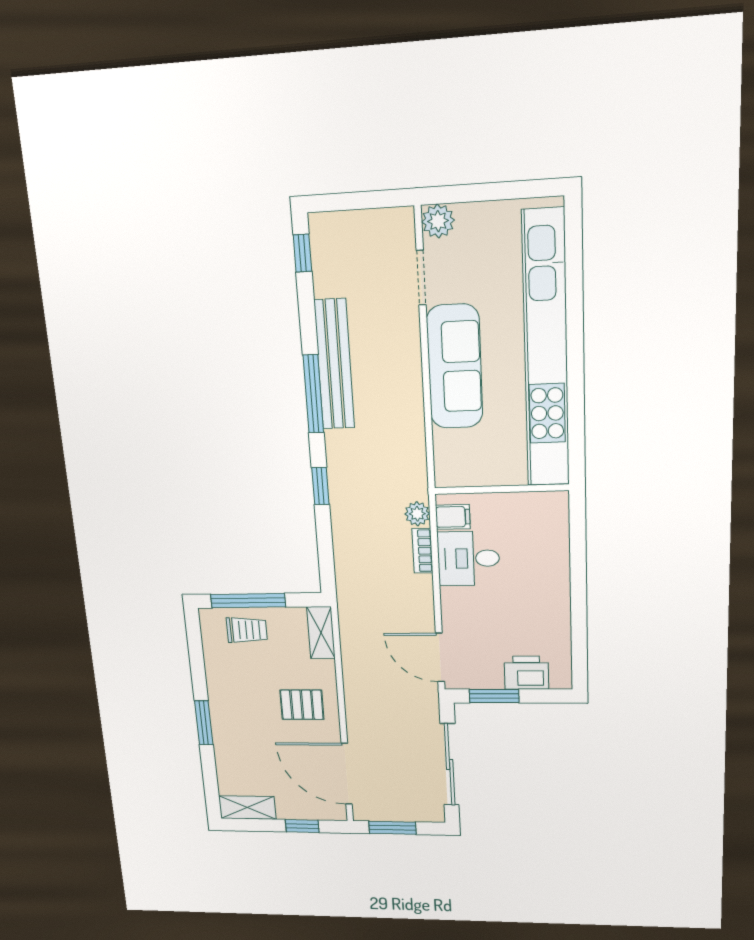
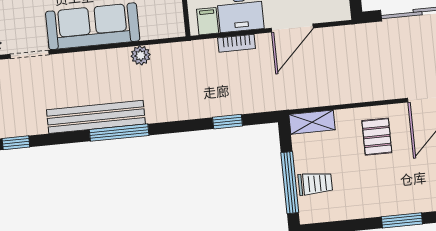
window: (320, 486) -> (228, 122), moved
plant: (417, 514) -> (141, 55), moved
trolley: (247, 630) -> (315, 184), turned 90
door: (440, 657) -> (292, 28), moved

